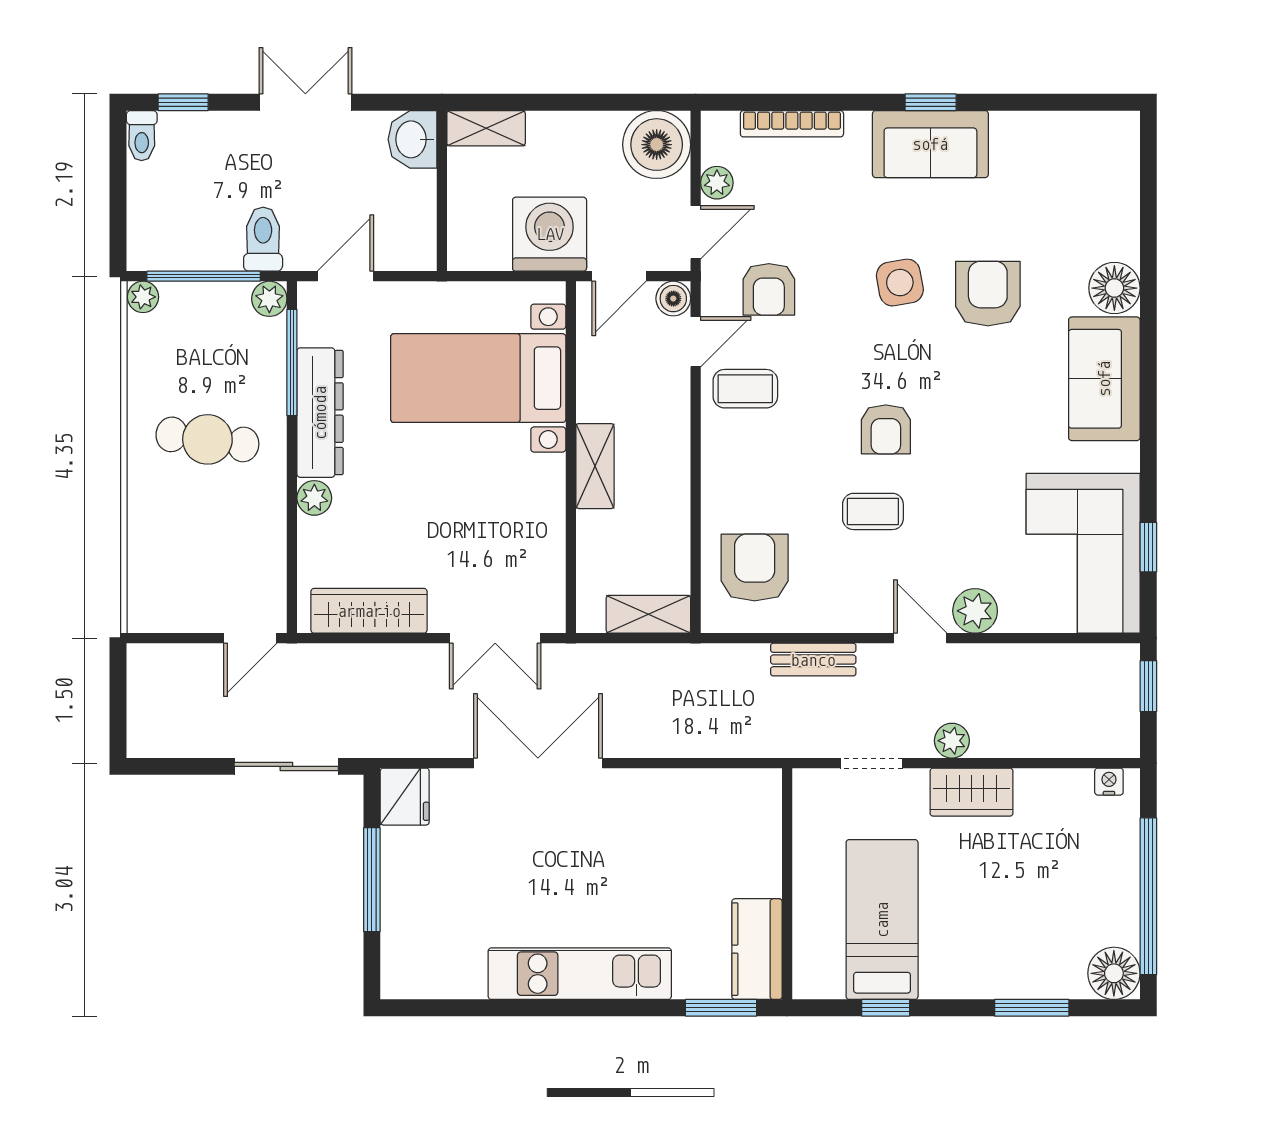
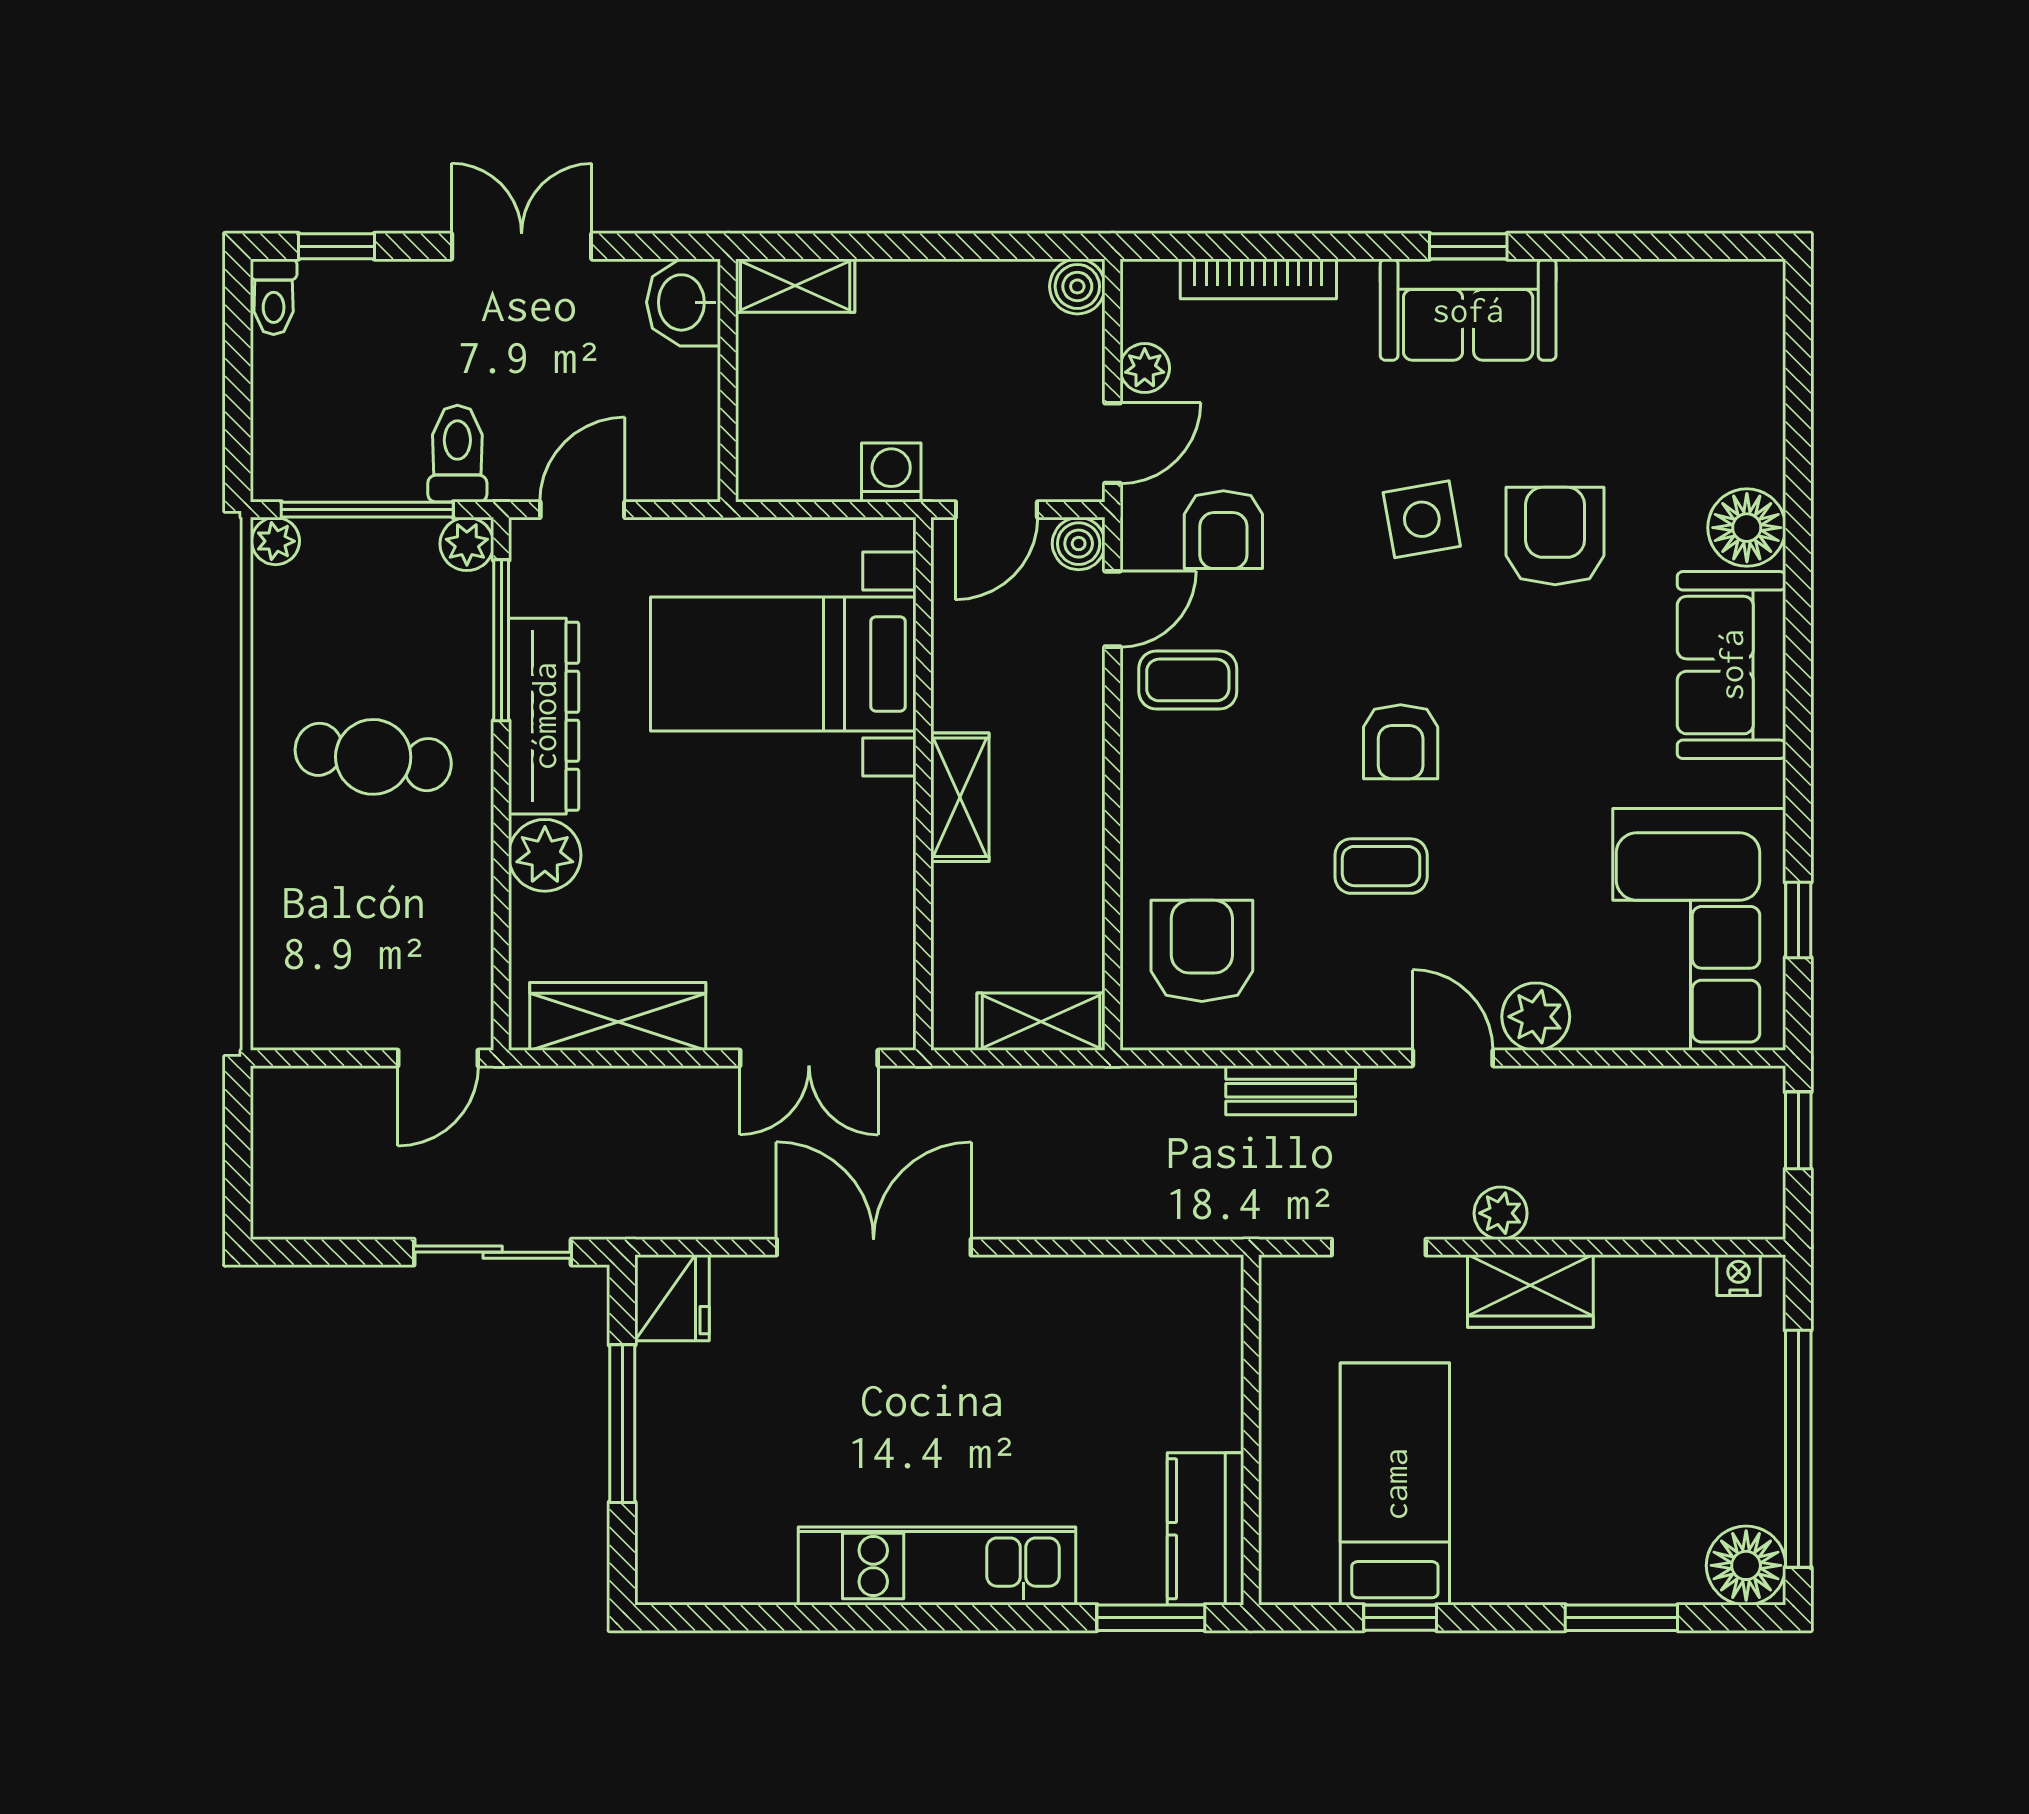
boiler: (657, 145) -> (1077, 286), width x0.54, depth x0.54
washing machine: (550, 234) -> (891, 472), width x0.53, depth x0.53
plant: (314, 498) -> (545, 855), width x1.38, depth x1.38

